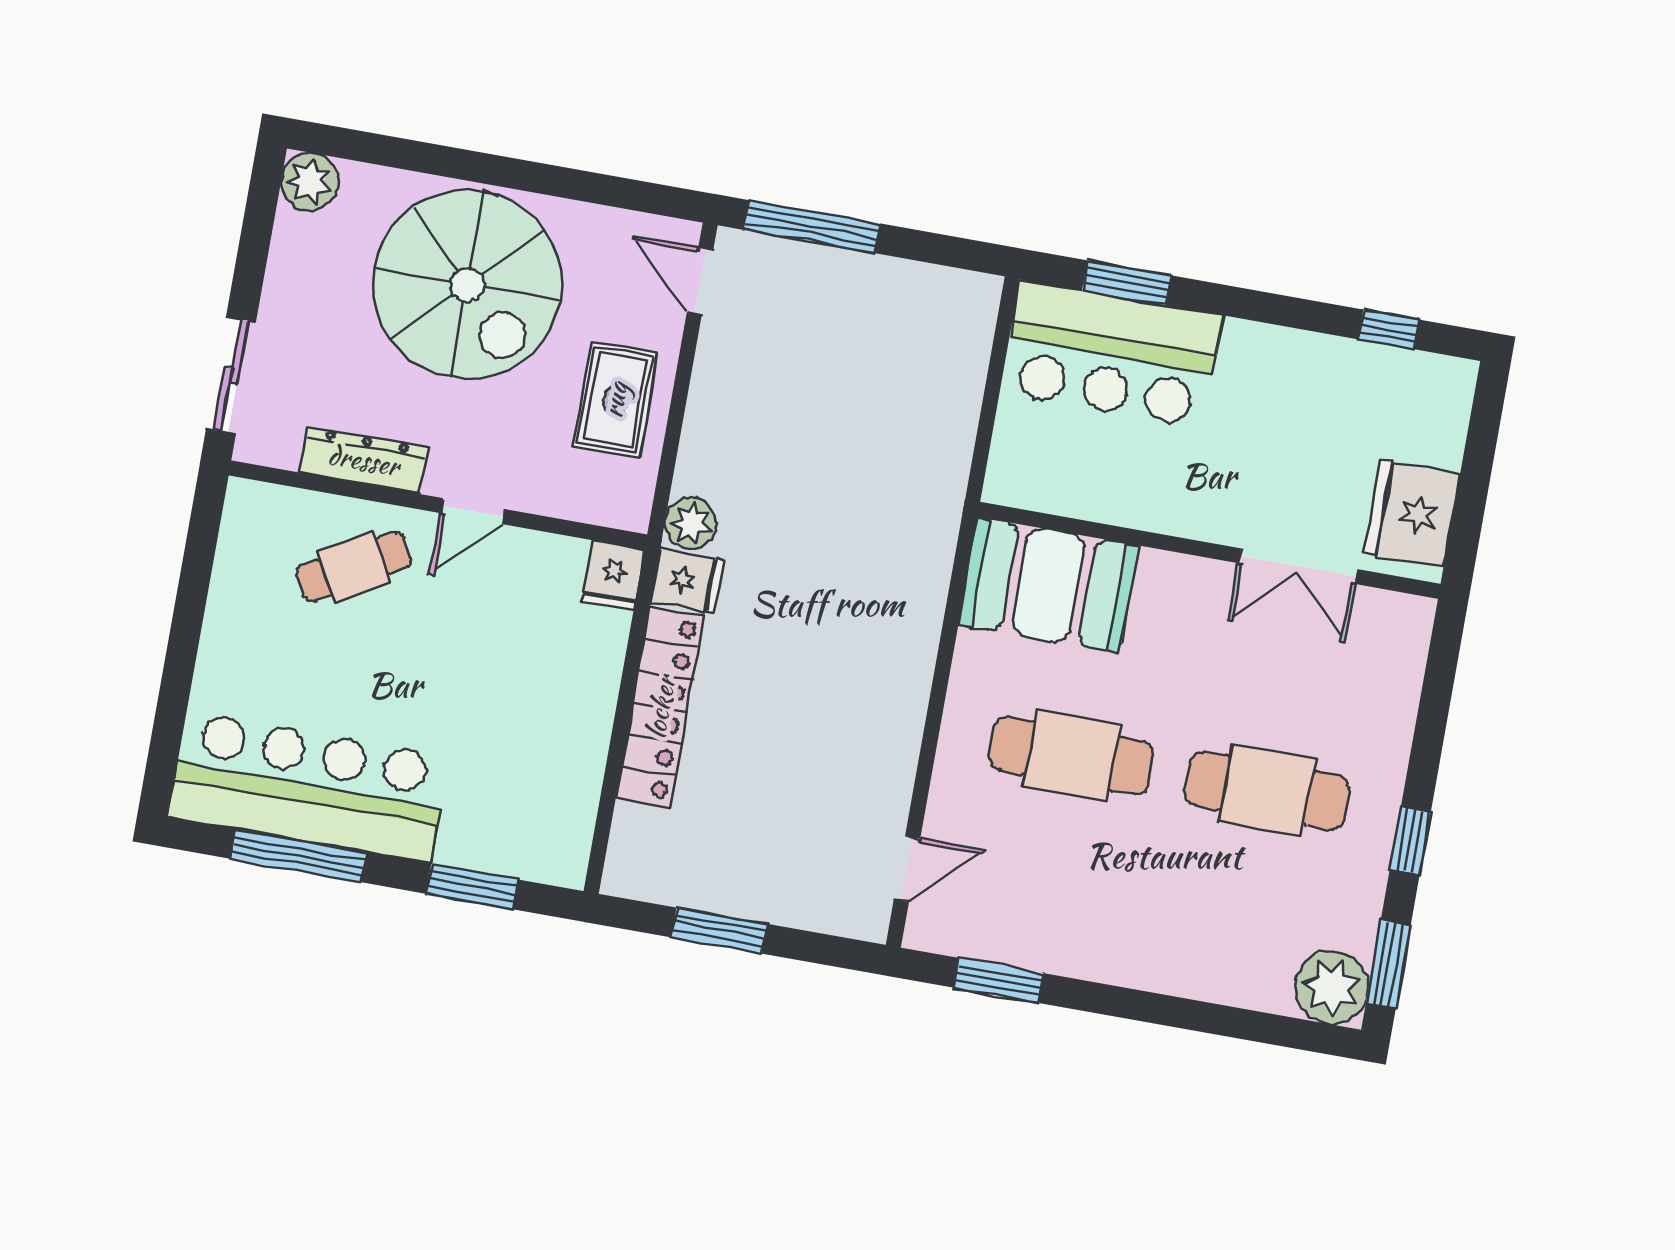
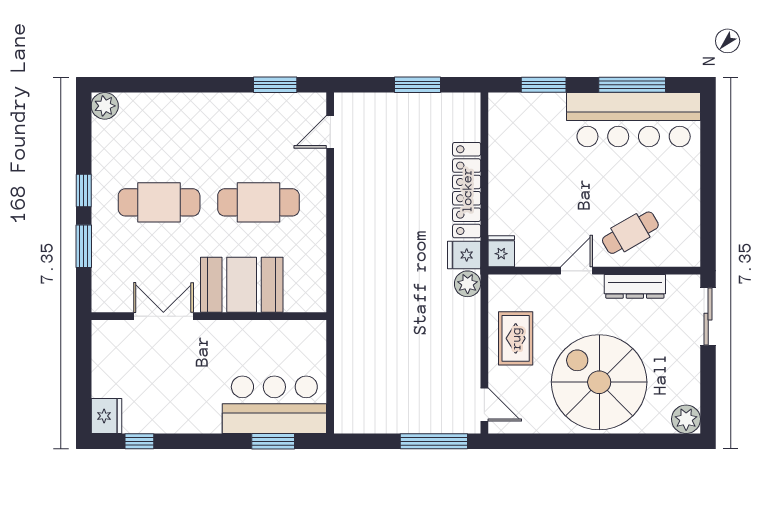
fridge: (1412, 514) -> (106, 416), moved, width x0.73, depth x0.75
booth: (1048, 585) -> (242, 285), moved
window: (1388, 964) -> (84, 246), moved
plant: (1332, 987) -> (105, 106), width x0.73, depth x0.73

